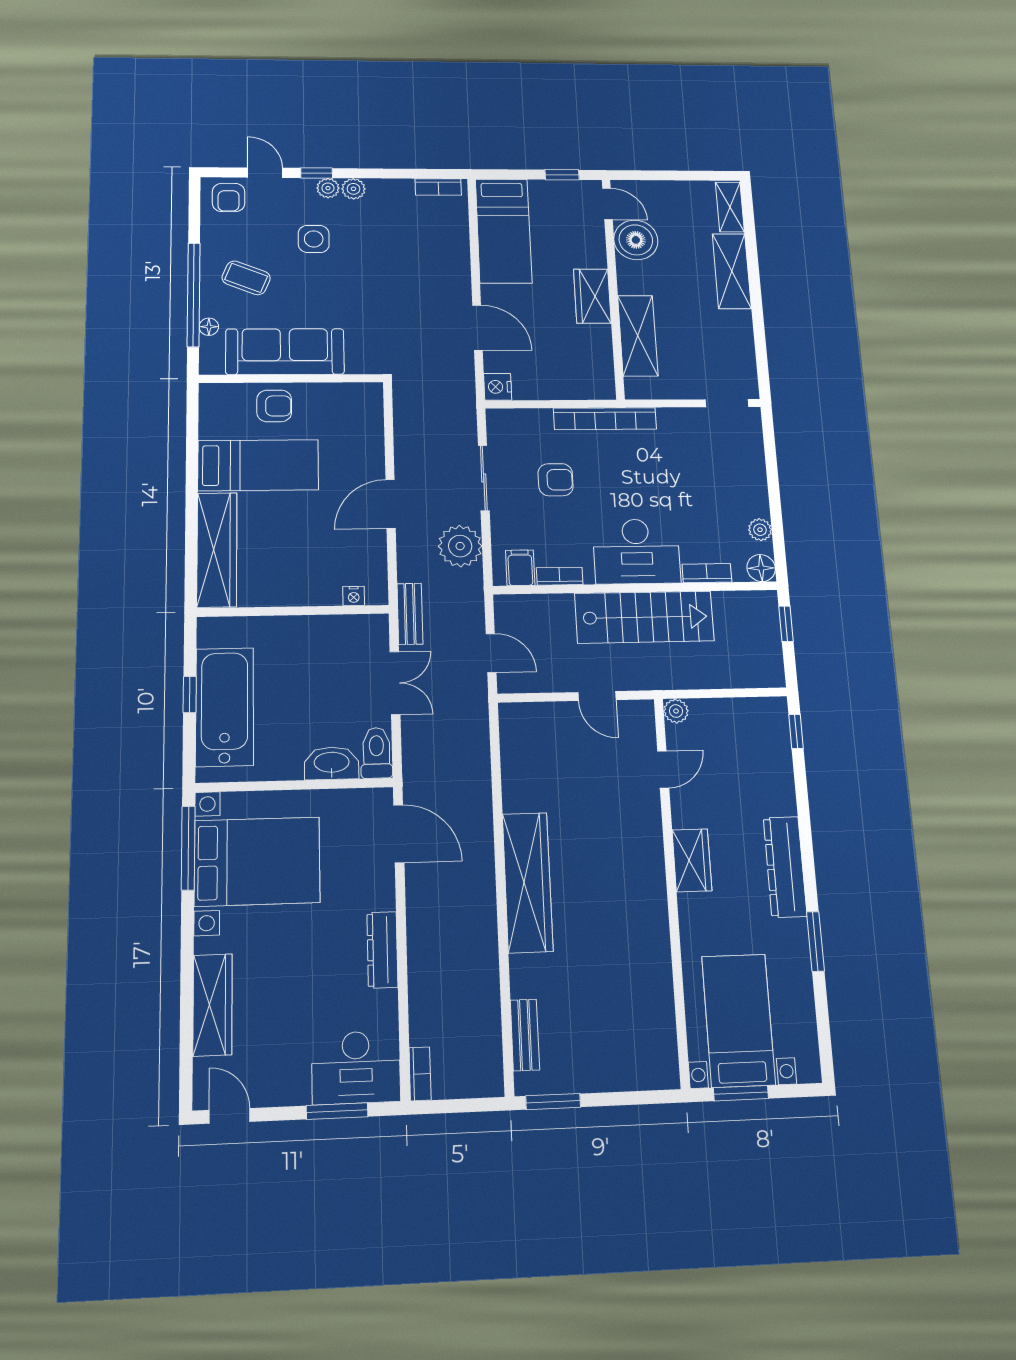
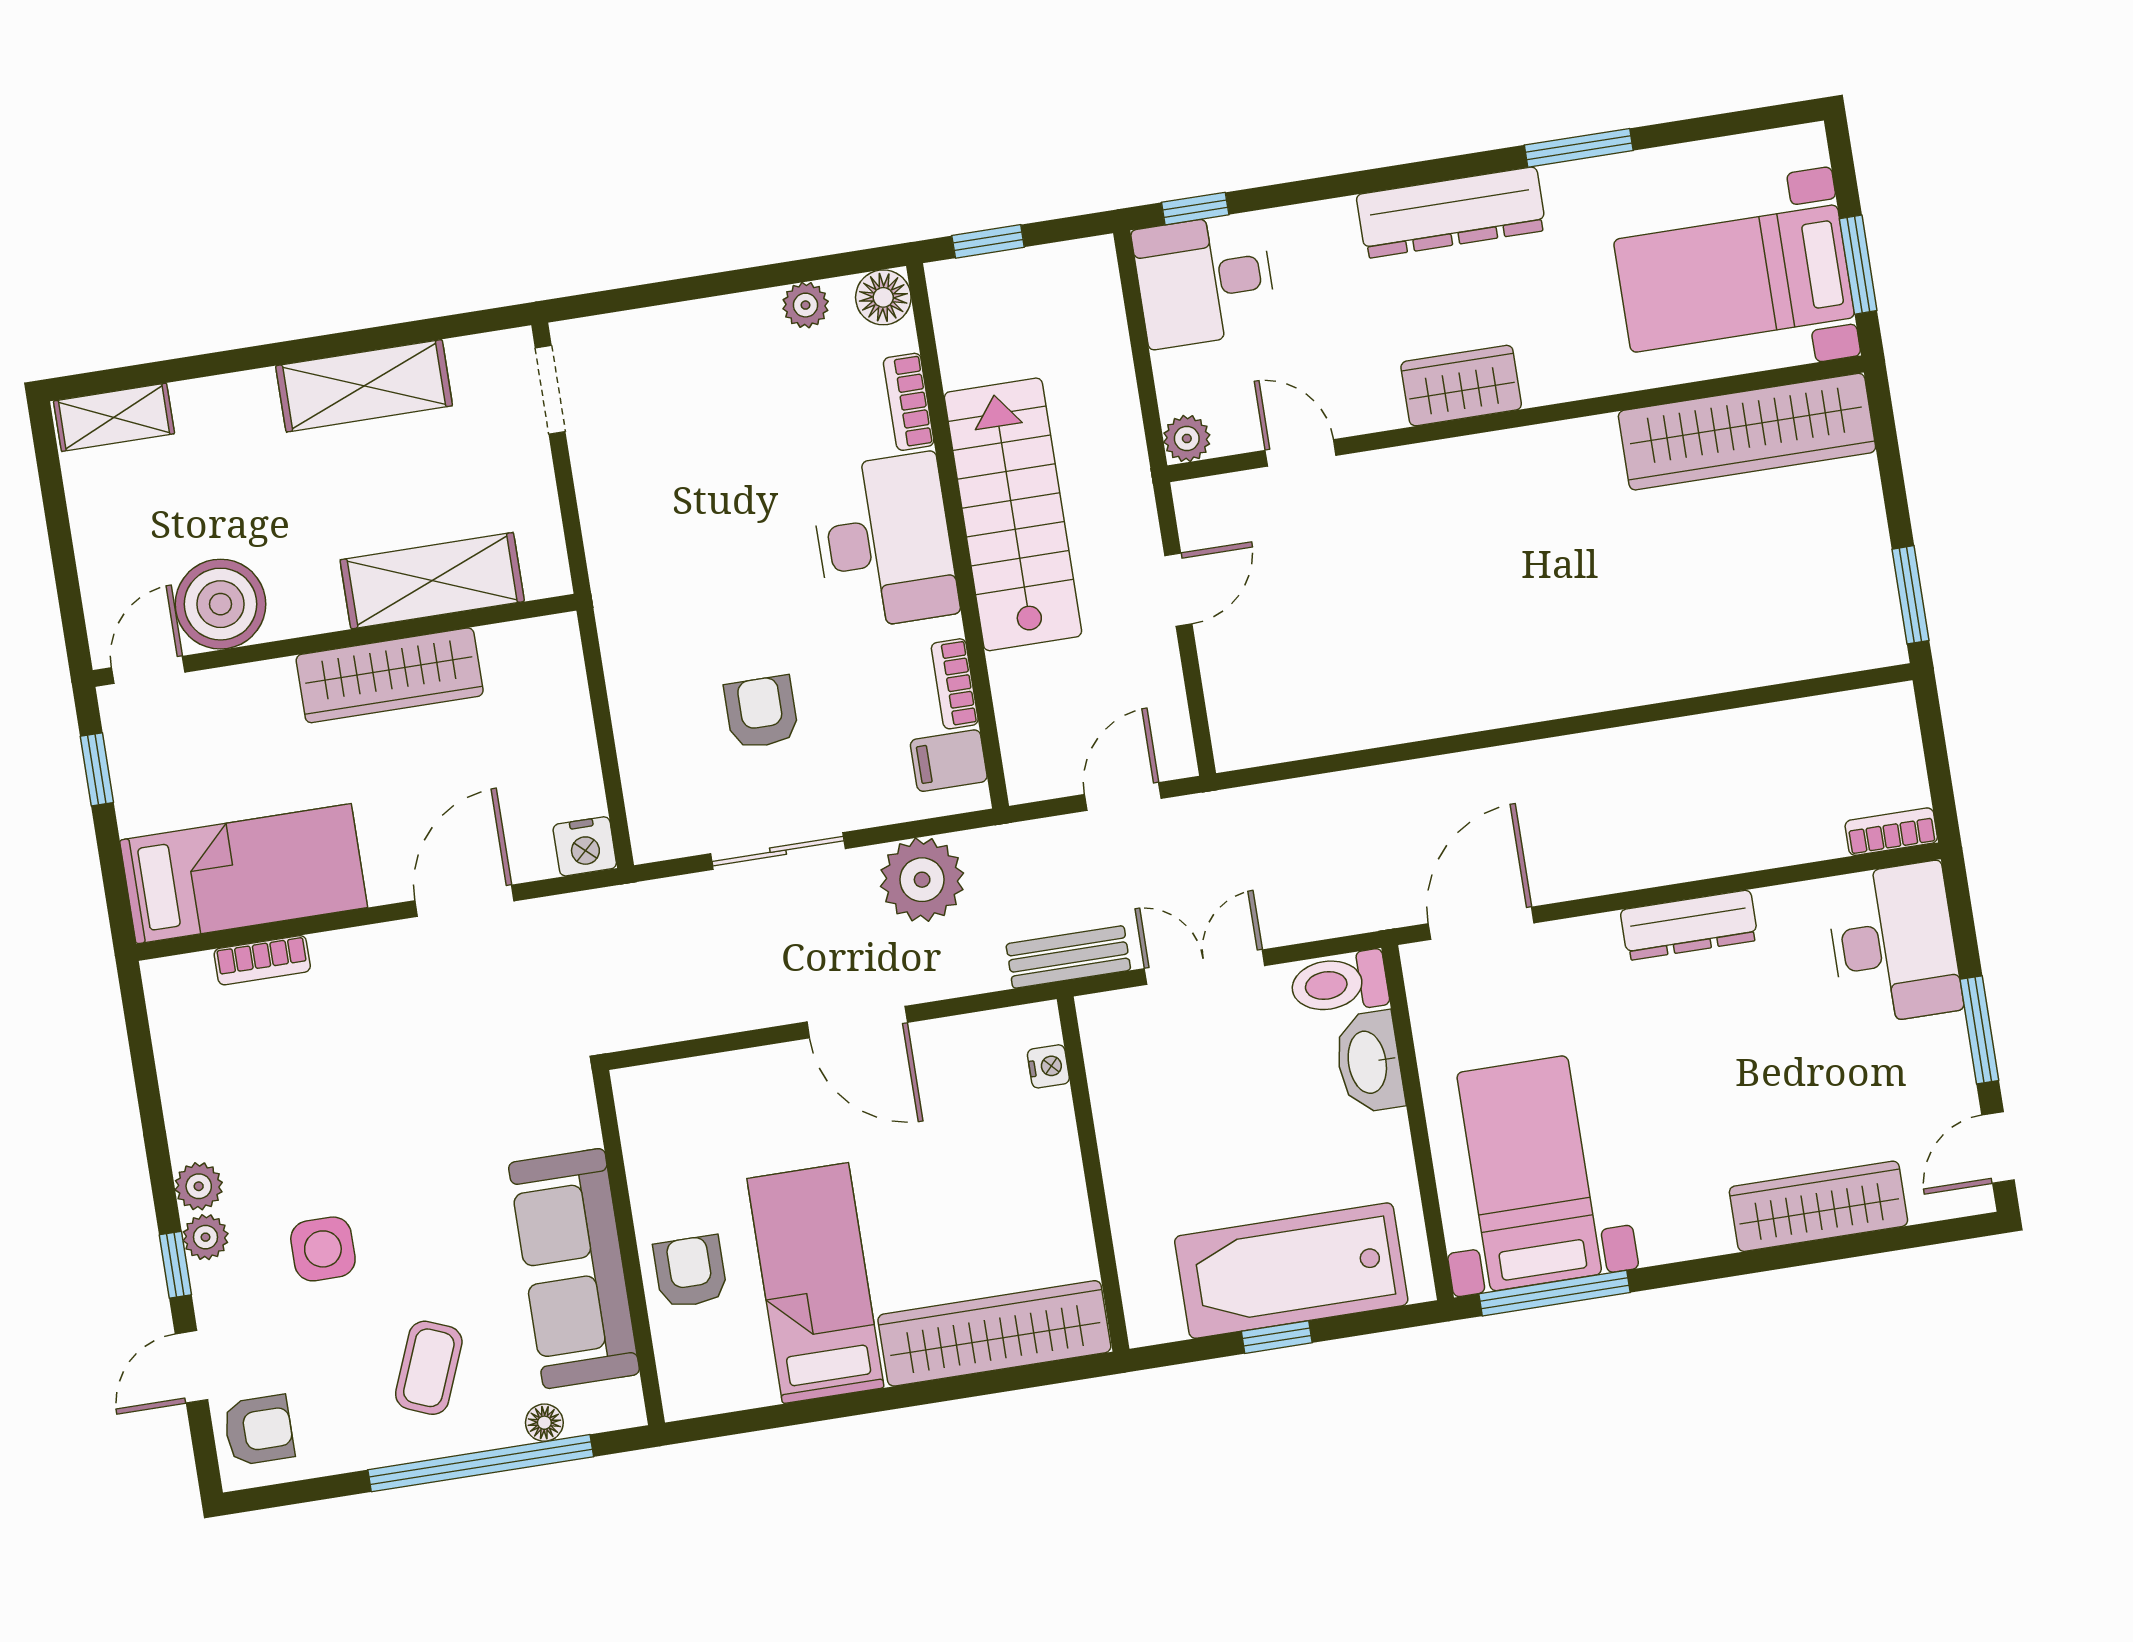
bookcase: (438, 187) -> (262, 960), moved, turned 90
shelving: (732, 271) -> (364, 386), moved
wardrobe: (592, 296) -> (390, 675), width x1.50
bookcase: (605, 419) -> (620, 629), removed
desk: (758, 731) -> (1205, 280), added
bed with nightstands: (257, 861) -> (1529, 1173), width x0.73
wardrobe: (528, 882) -> (1747, 432), moved, turned 180
bench: (525, 1035) -> (1804, 657), removed
window: (337, 1111) -> (1979, 1030), moved

